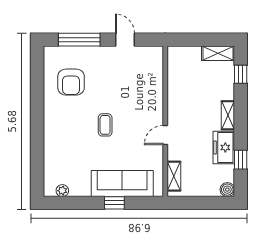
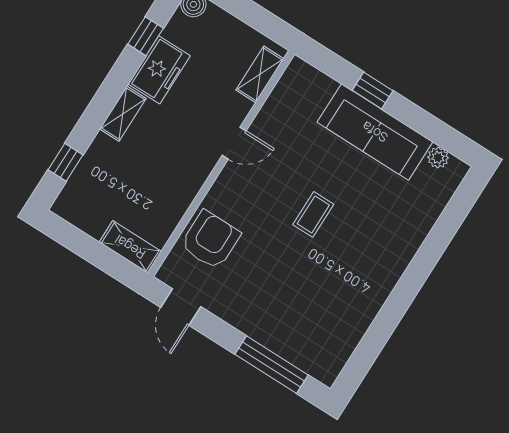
door: (125, 40) -> (181, 307), moved
shelving: (218, 53) -> (130, 247), moved
armchair: (71, 82) -> (210, 240), moved
sofa: (122, 184) -> (375, 132), moved

